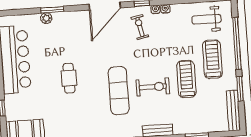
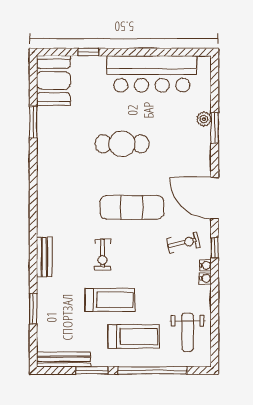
weight bench: (206, 19) -> (188, 332), turned 180
cafe table: (69, 78) -> (122, 144), width x1.37, depth x1.35
exercise bike: (153, 87) -> (103, 255), width x0.73, depth x0.72
exercise mat: (119, 91) -> (132, 207), moved

